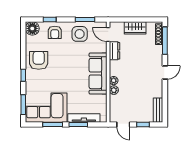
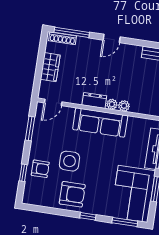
floor lamp: (32, 28) -> (31, 196), removed
side table: (80, 34) -> (69, 161), moved
dresser: (115, 51) -> (94, 100), moved
armchair: (39, 60) -> (72, 194), turned 180
door: (165, 72) -> (112, 38), swing flipped

